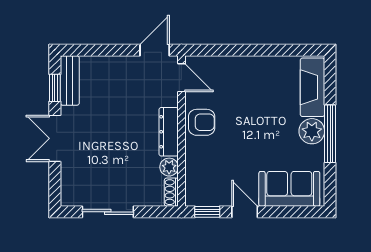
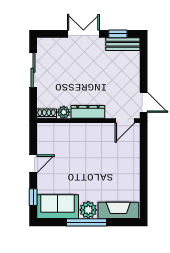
armchair: (202, 122) -> (94, 134), removed
sofa: (289, 189) -> (58, 207), moved, turned -90
window: (207, 212) -> (33, 197), moved

